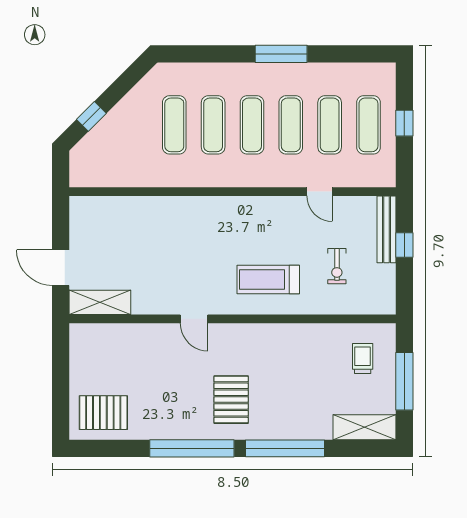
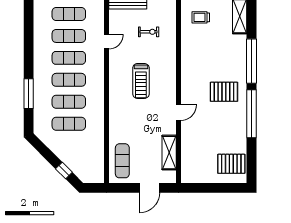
window: (281, 54) -> (29, 94), moved
exercise mat: (109, 220) -> (122, 161), added
treadmill: (268, 280) -> (141, 81), moved
shelving: (100, 302) -> (169, 153), moved
pallet: (103, 413) -> (231, 164), turned 90

